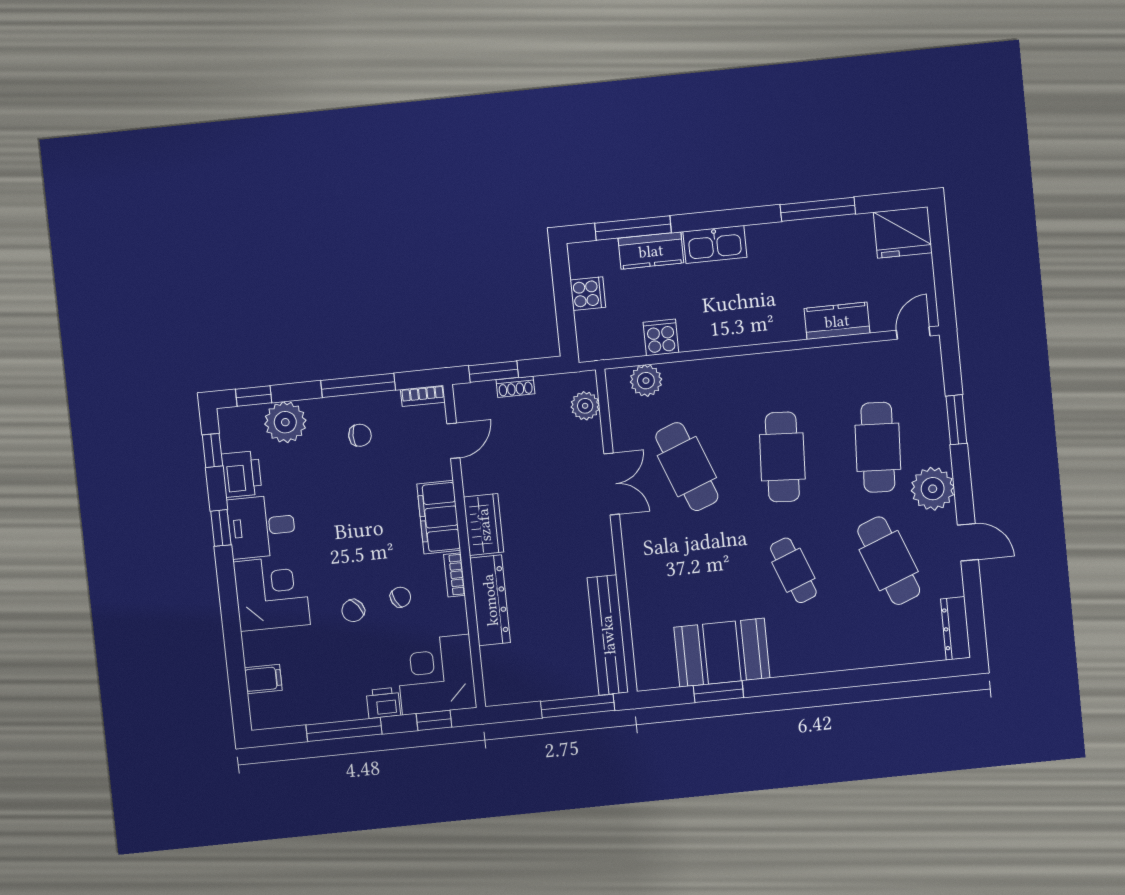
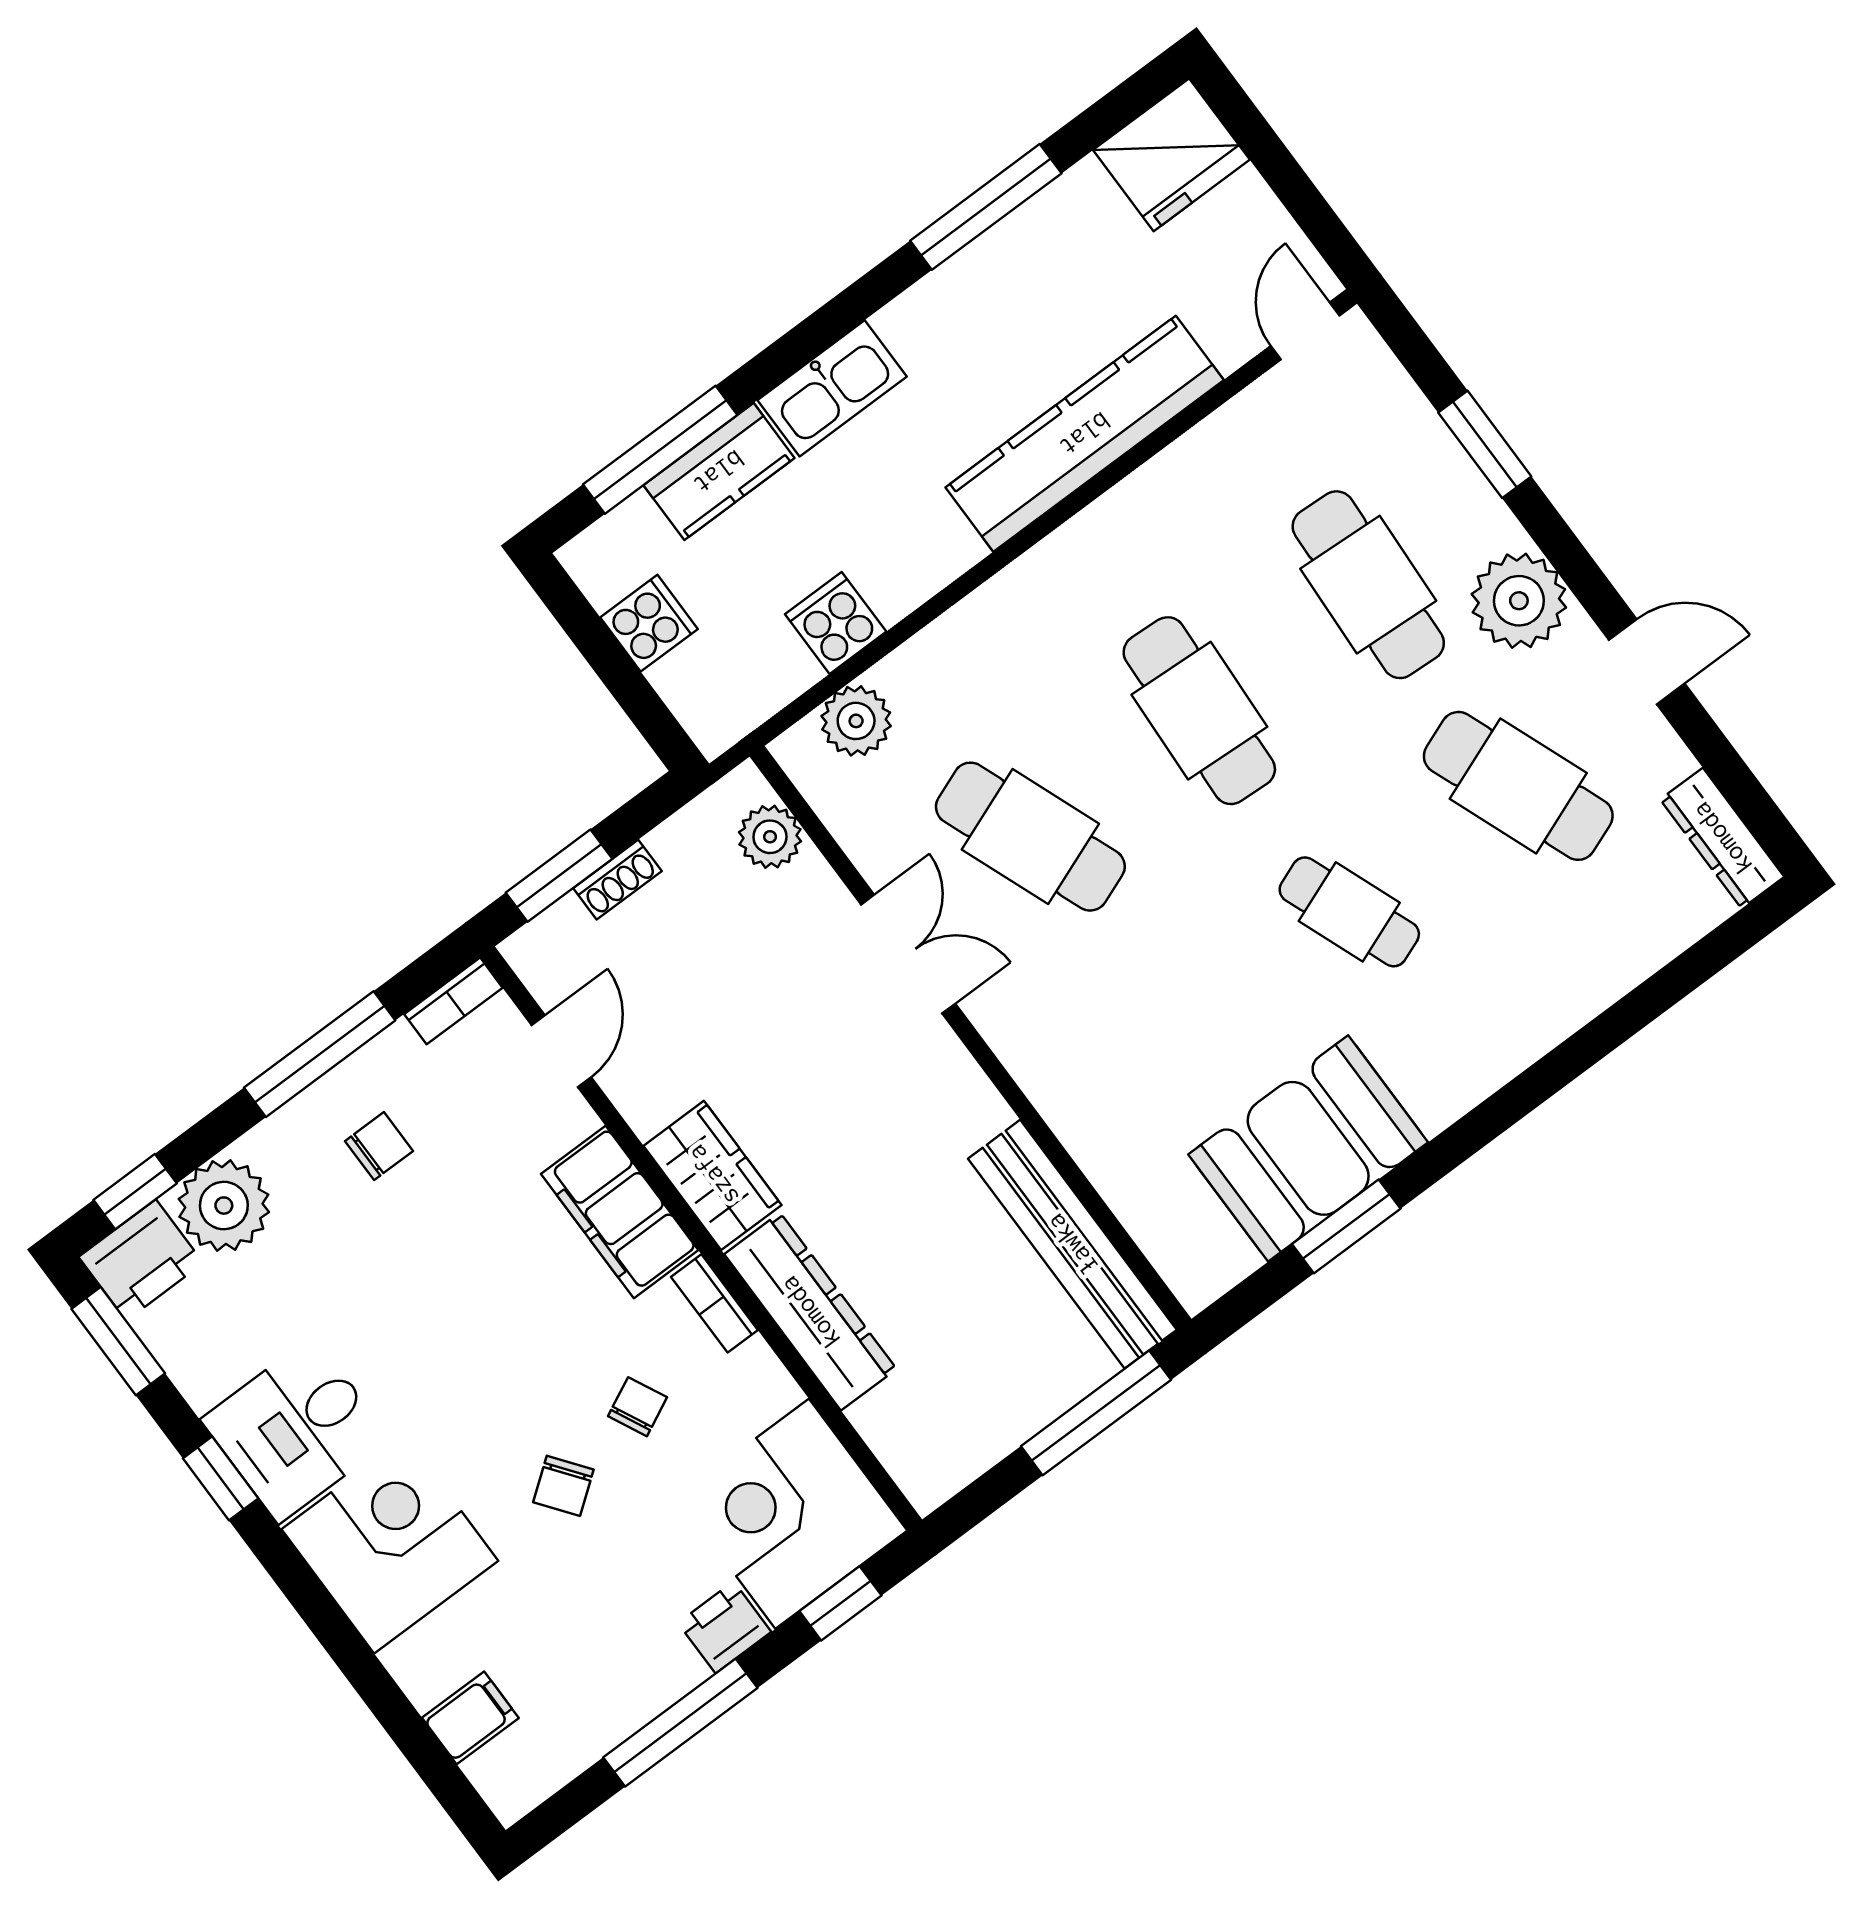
kitchen counter: (837, 321) -> (1085, 434), width x2.08, depth x1.17
window: (212, 450) -> (118, 1341), width x1.50
printer: (242, 474) -> (141, 1260), moved, turned 90

